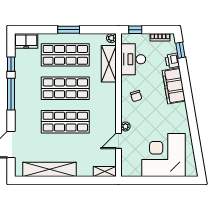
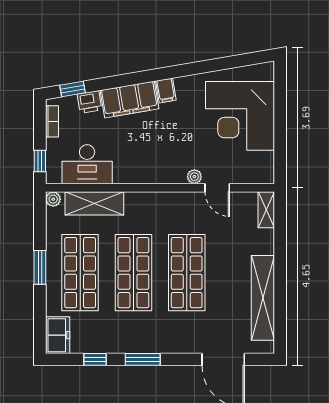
window: (11, 94) -> (143, 359), width x0.69
chair: (136, 96) -> (146, 160), removed
filing cabinet: (179, 109) -> (166, 90), added

